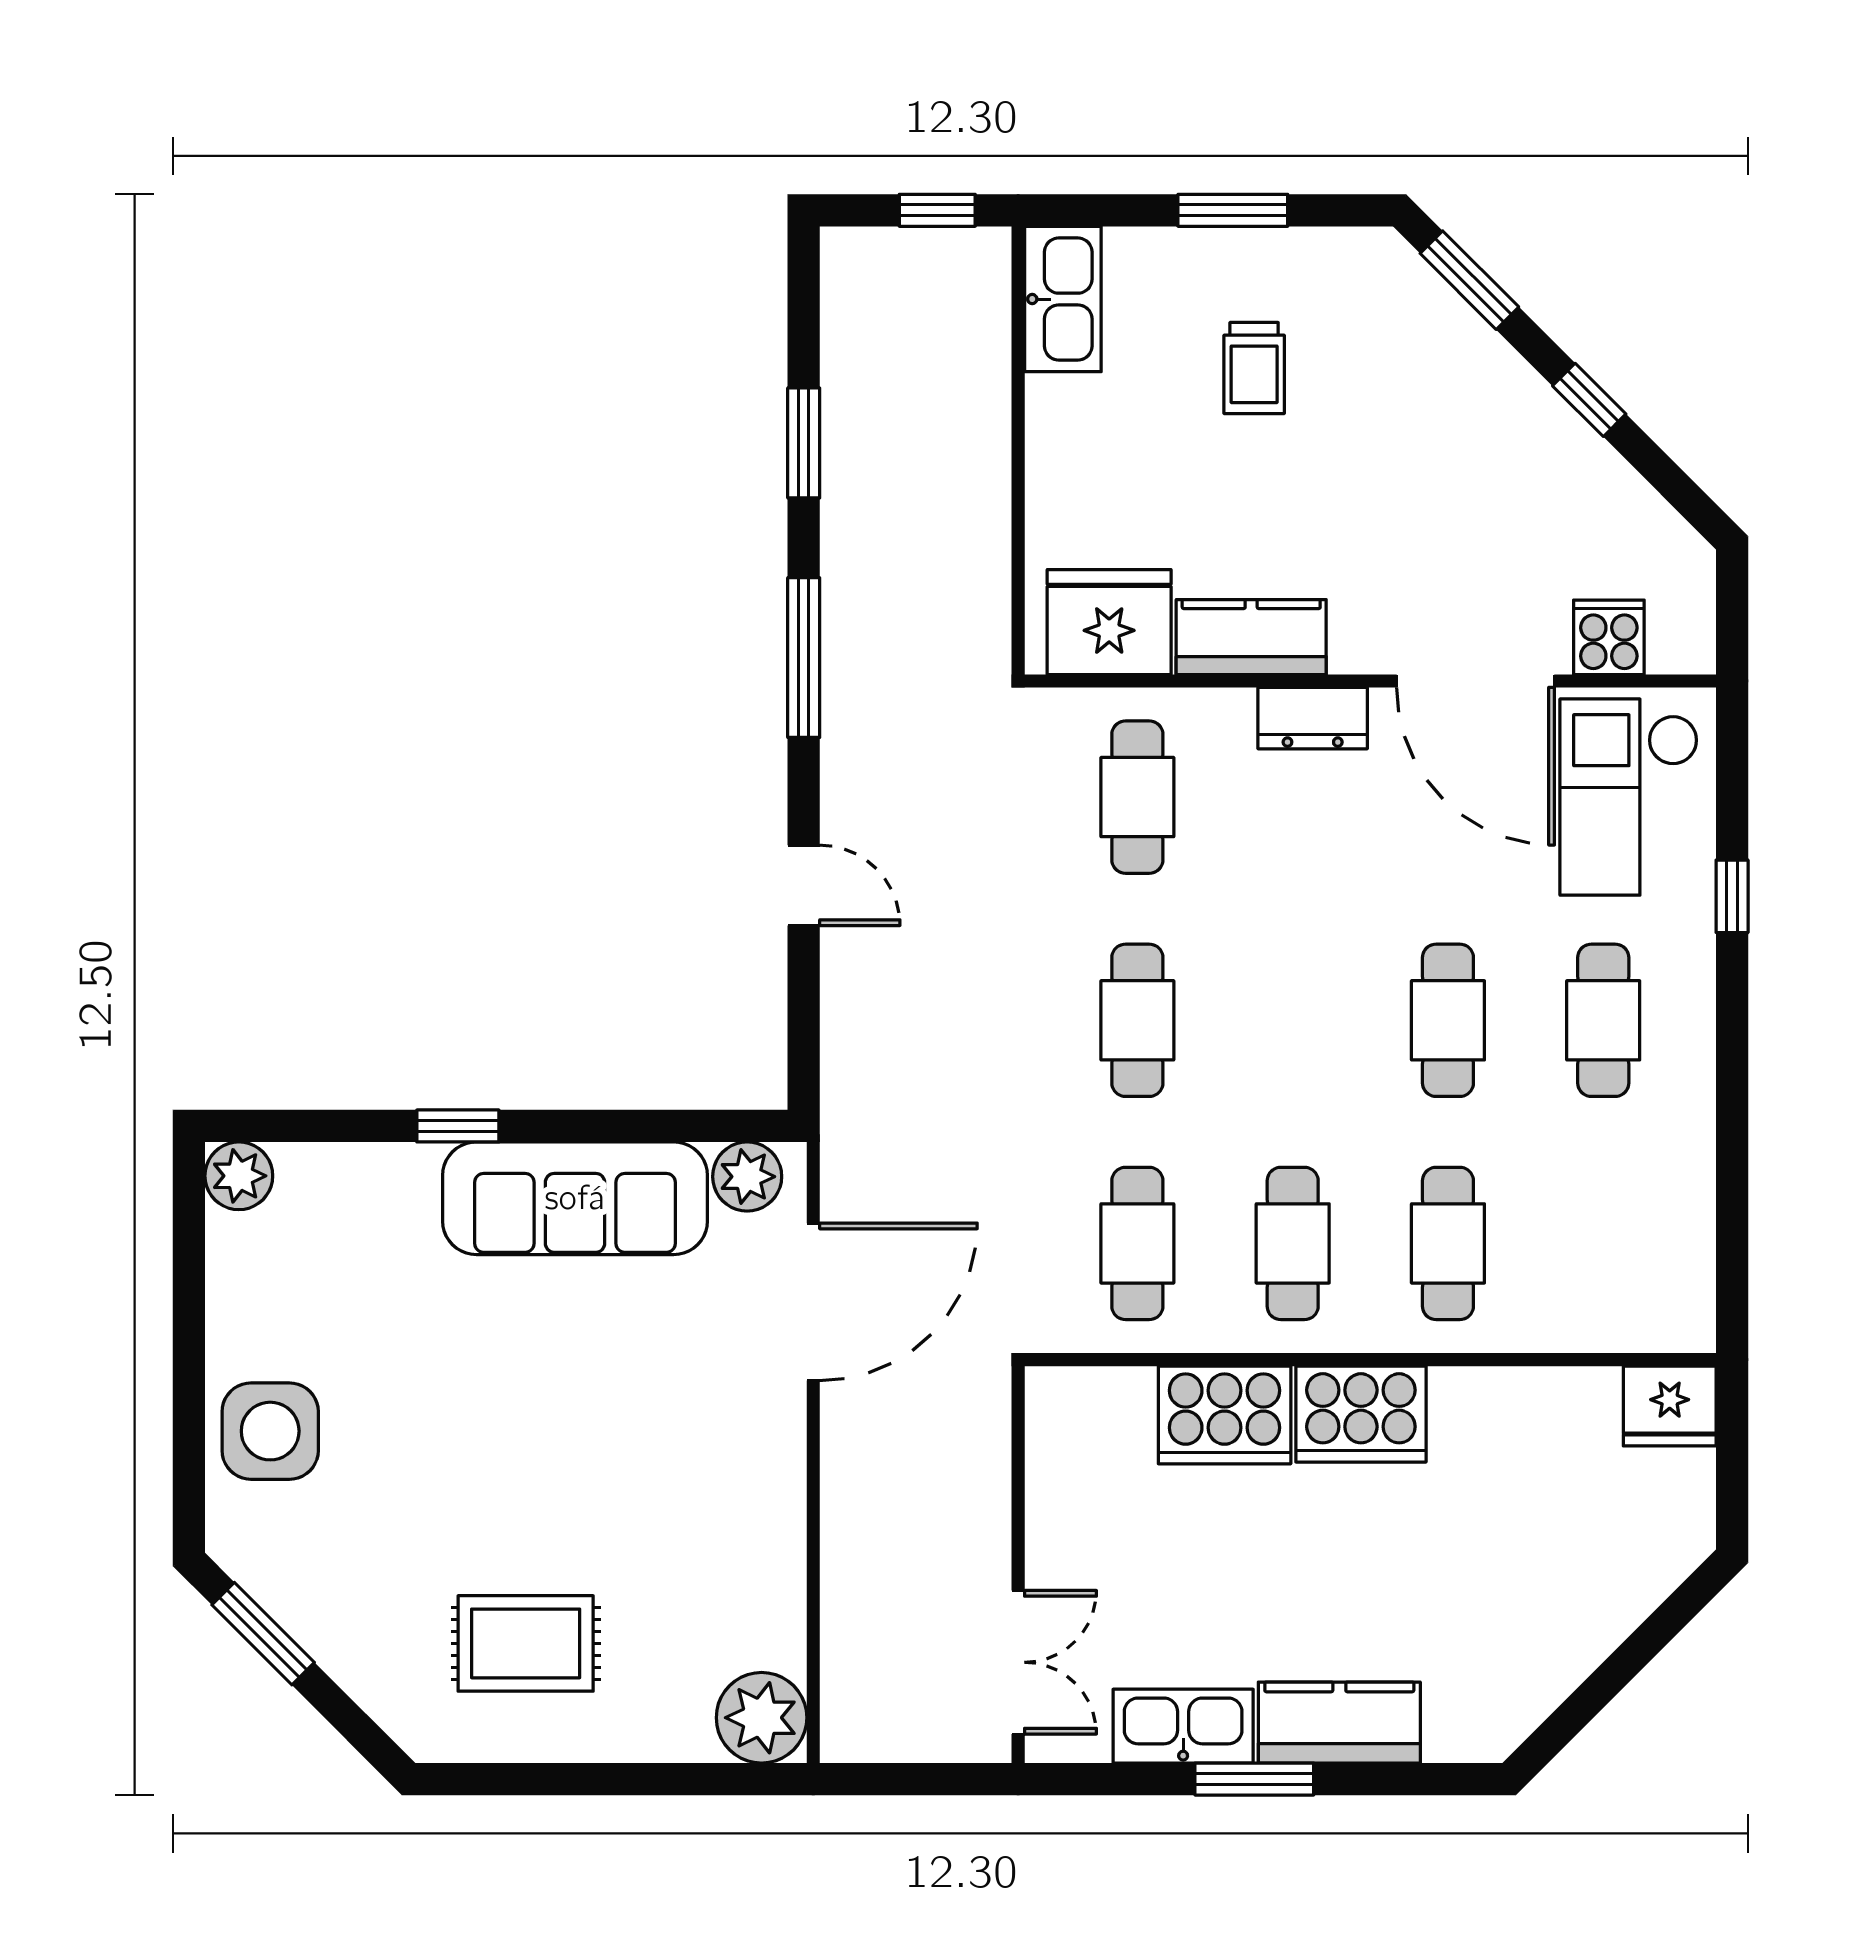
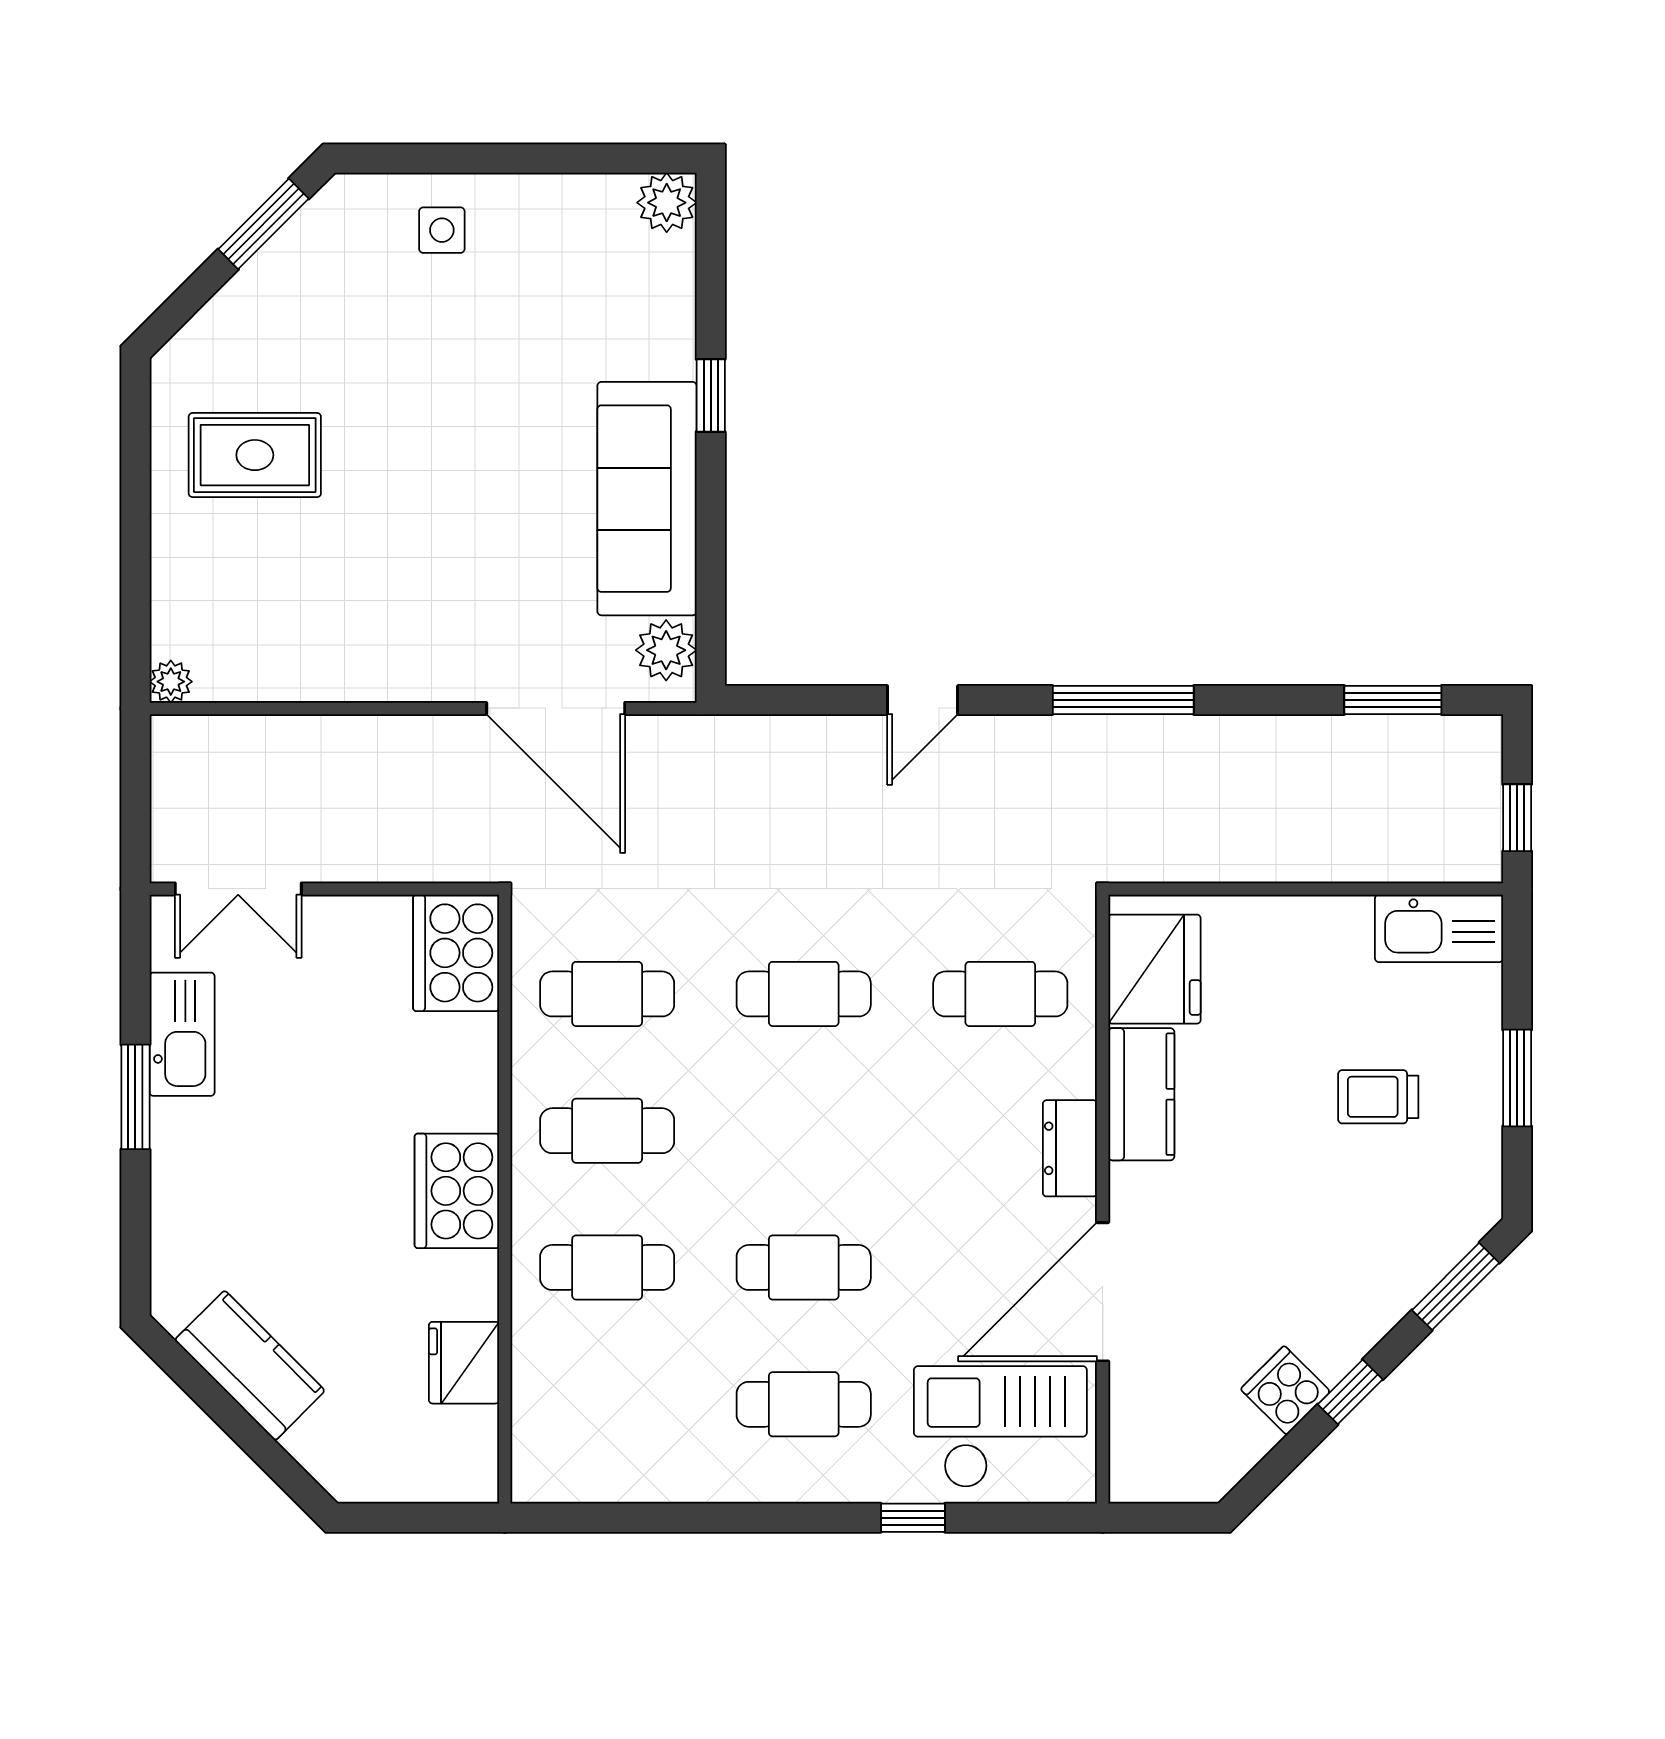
window: (804, 443) -> (1393, 700), moved
cooker: (1609, 637) -> (1285, 1390), moved, turned -135
fridge: (1670, 1406) -> (464, 1363), moved
cooker: (1225, 1415) -> (456, 953), moved
side table: (270, 1431) -> (442, 230), width x0.54, depth x0.54
rug: (526, 1643) -> (255, 455), turned 90
plant: (762, 1718) -> (171, 682), width x0.53, depth x0.53
kitchen counter: (1339, 1723) -> (250, 1365), moved, turned -45

